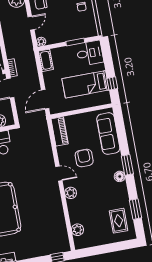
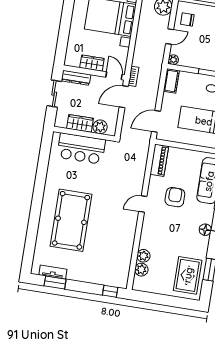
door: (59, 174) -> (143, 204), swing flipped
plant: (71, 193) -> (143, 256), moved
rug: (119, 221) -> (188, 275), width x1.36, depth x1.43

